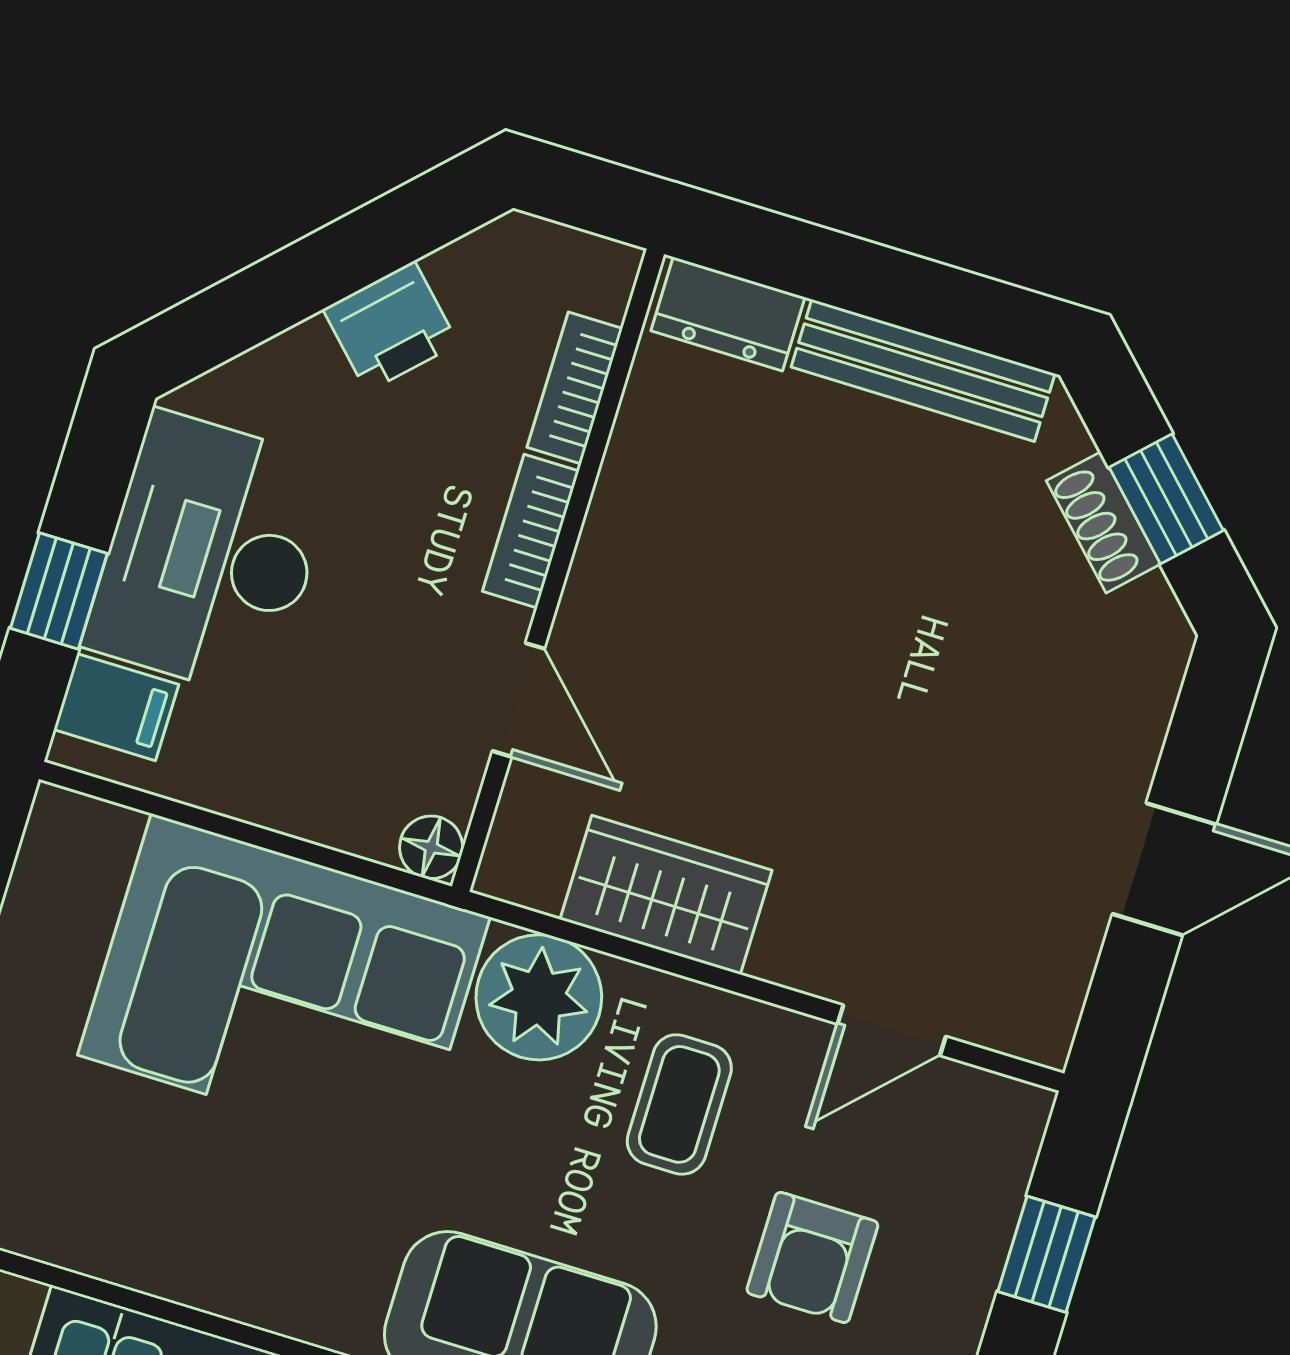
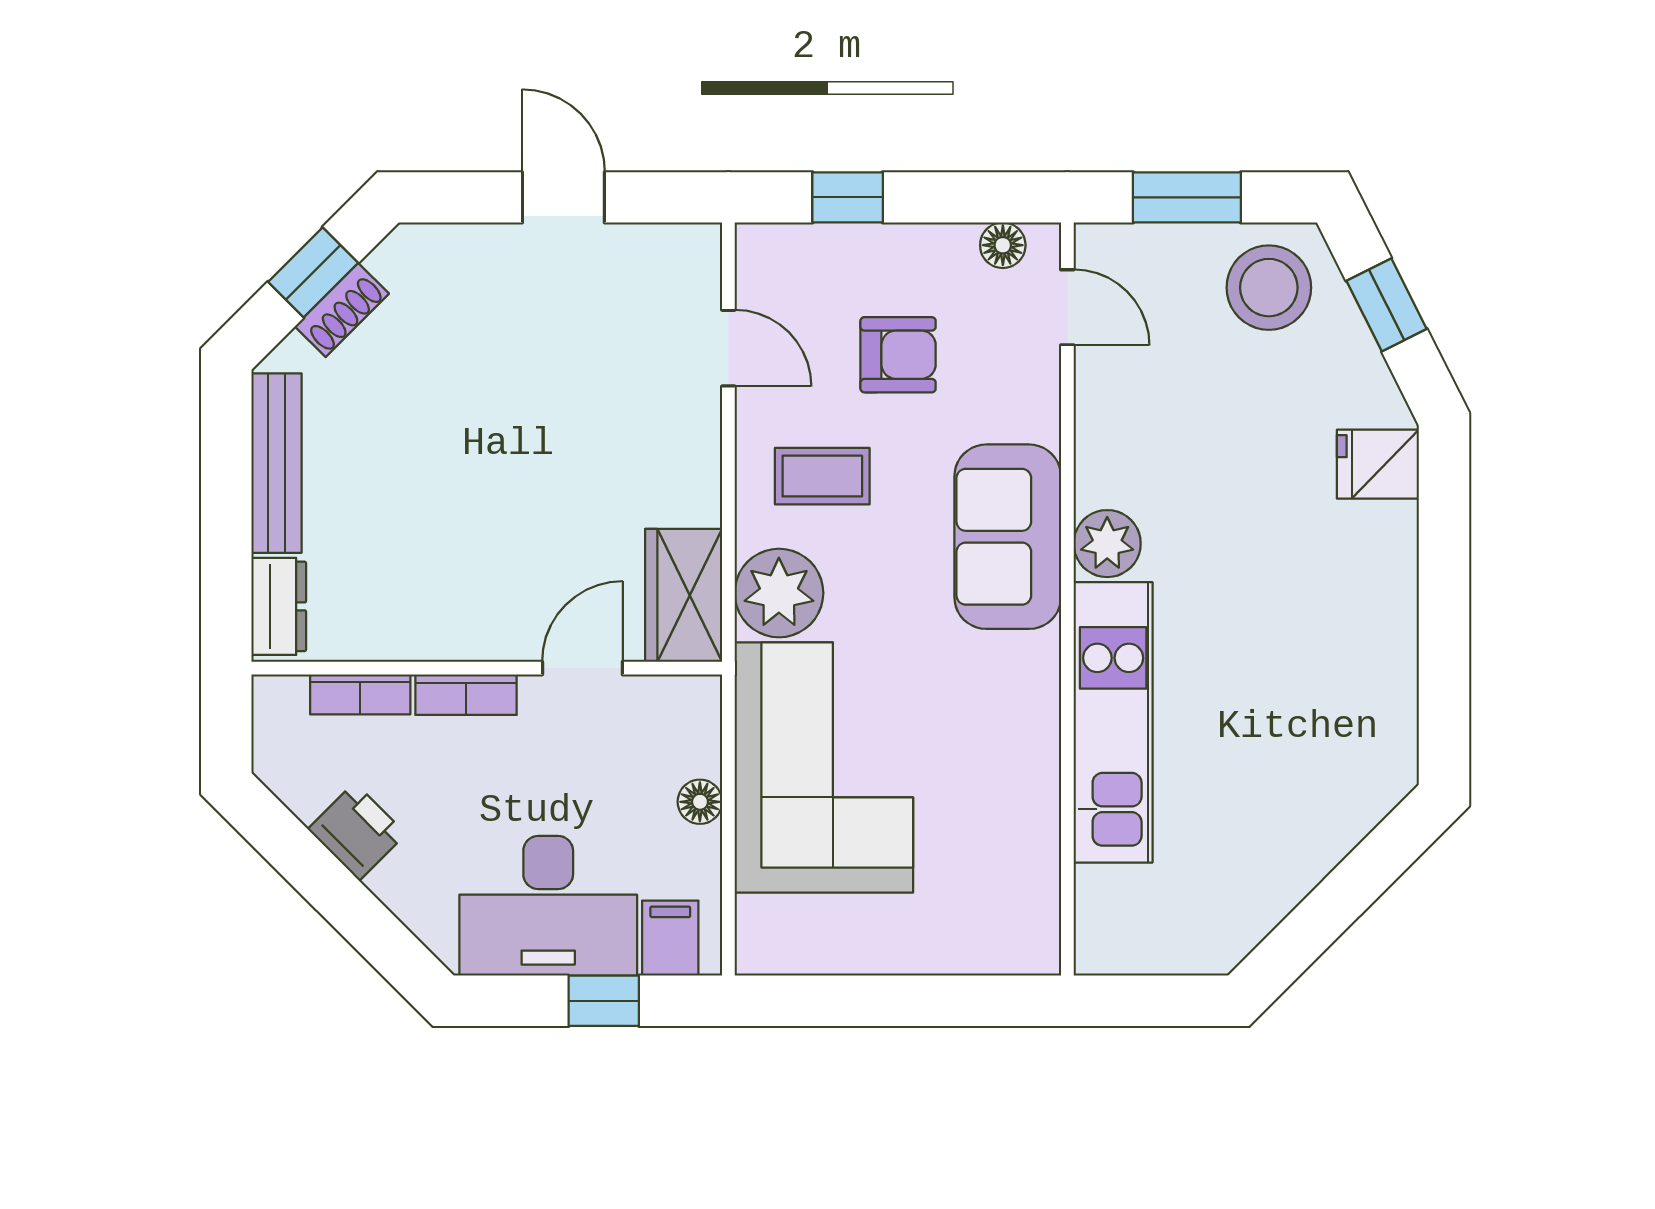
floor lamp: (431, 847) -> (700, 802), moved
wardrobe: (666, 895) -> (684, 595), moved

